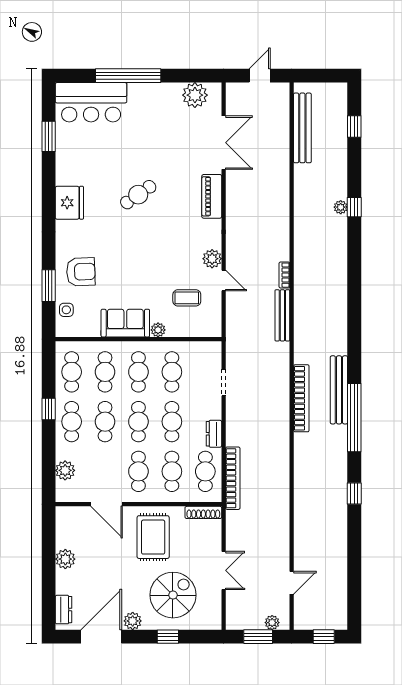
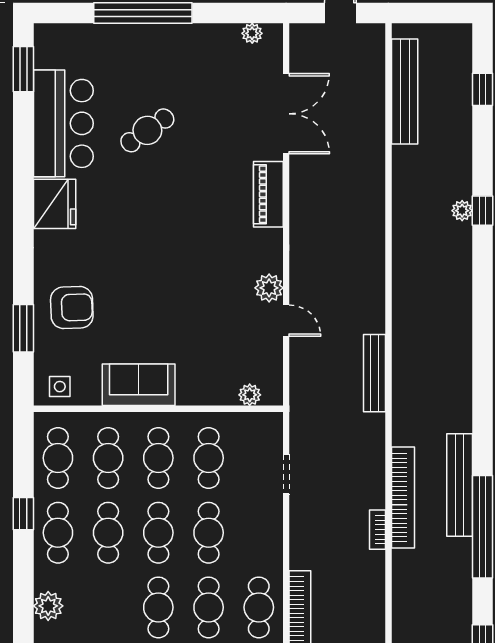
plant: (195, 95) -> (252, 33), width x0.53, depth x0.53
bar counter: (91, 102) -> (63, 123), moved, turned -90
window: (49, 136) -> (23, 69), moved
cafe table: (138, 195) -> (147, 130), moved
bookcase: (284, 275) -> (377, 530), moved
coffee table: (187, 298) -> (231, 347), removed
side table: (66, 310) -> (60, 387), moved
plant: (158, 330) -> (250, 395), moved
dresser: (214, 434) -> (272, 551), removed

